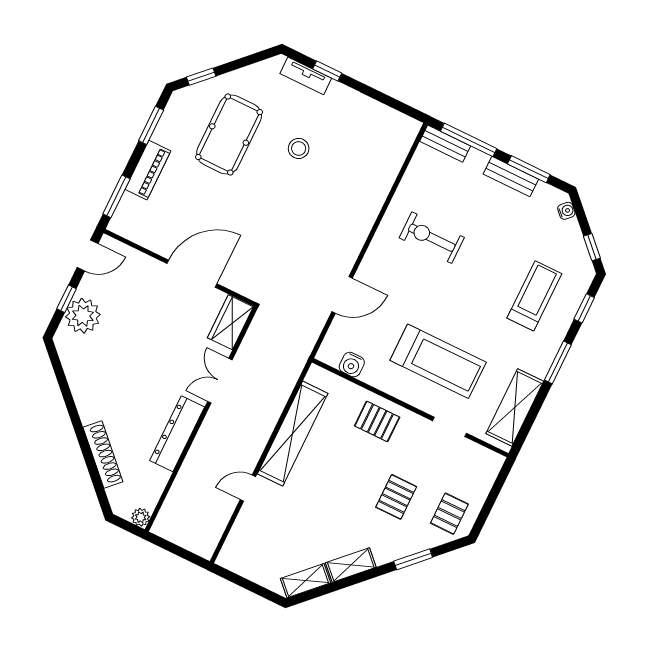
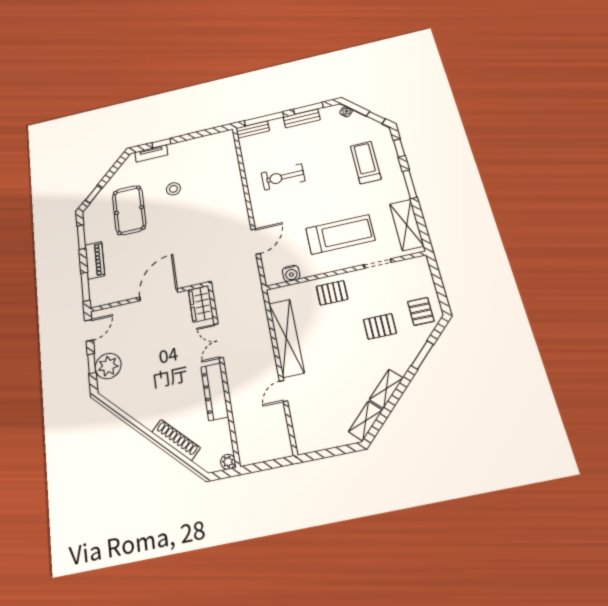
pallet: (396, 497) -> (380, 326), turned 90

